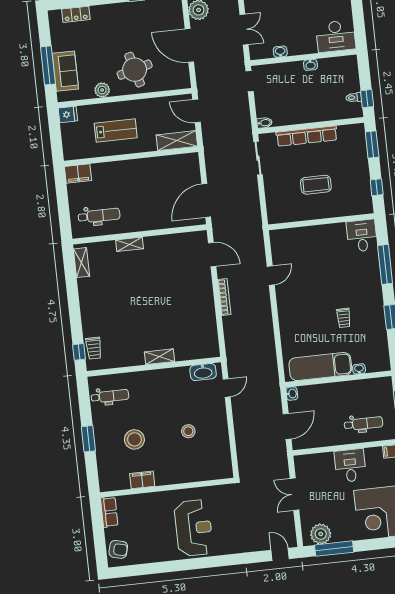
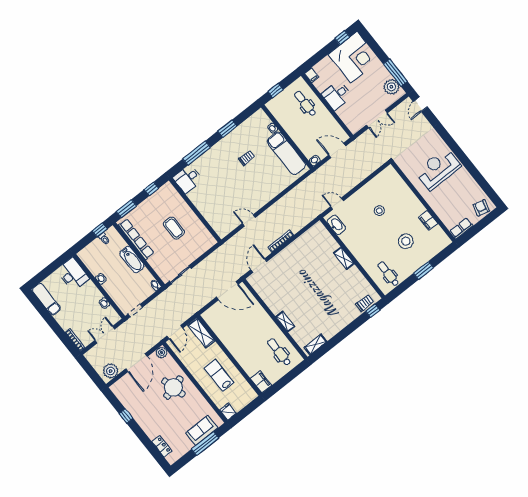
plant: (102, 90) -> (162, 352), moved
bathtub: (310, 114) -> (132, 260), added
row of seats: (307, 136) -> (136, 239), moved

